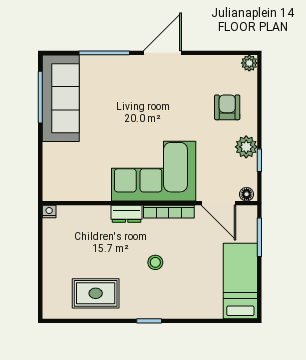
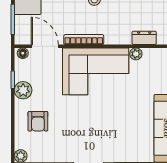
plant: (102, 193) -> (136, 54), added
dresser: (127, 214) -> (144, 38), moved

